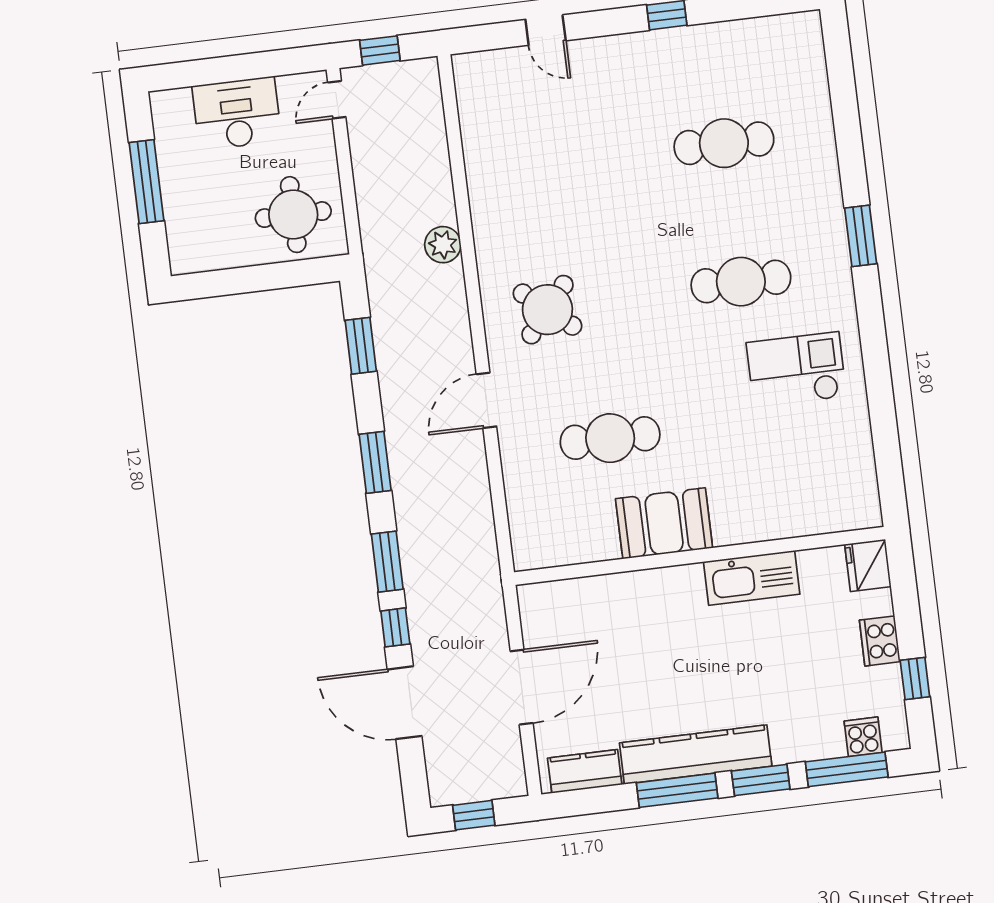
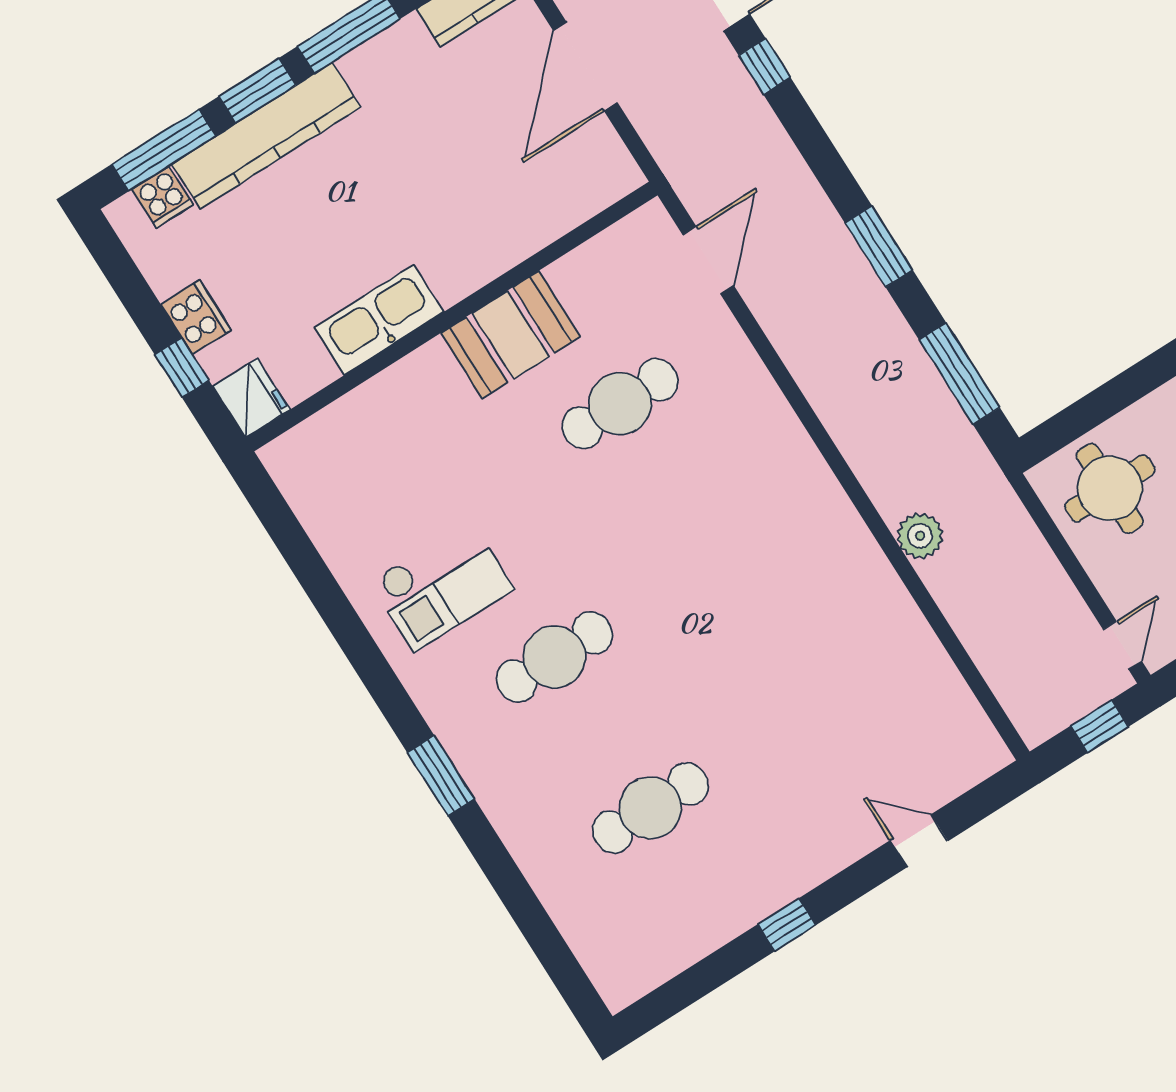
round table: (547, 310) -> (763, 518), removed
window: (361, 346) -> (959, 374), width x1.44
door: (486, 400) -> (708, 260), moved
window: (387, 562) -> (810, 138), removed
window: (915, 679) -> (182, 367), moved
kitchen counter: (696, 754) -> (266, 136), moved

